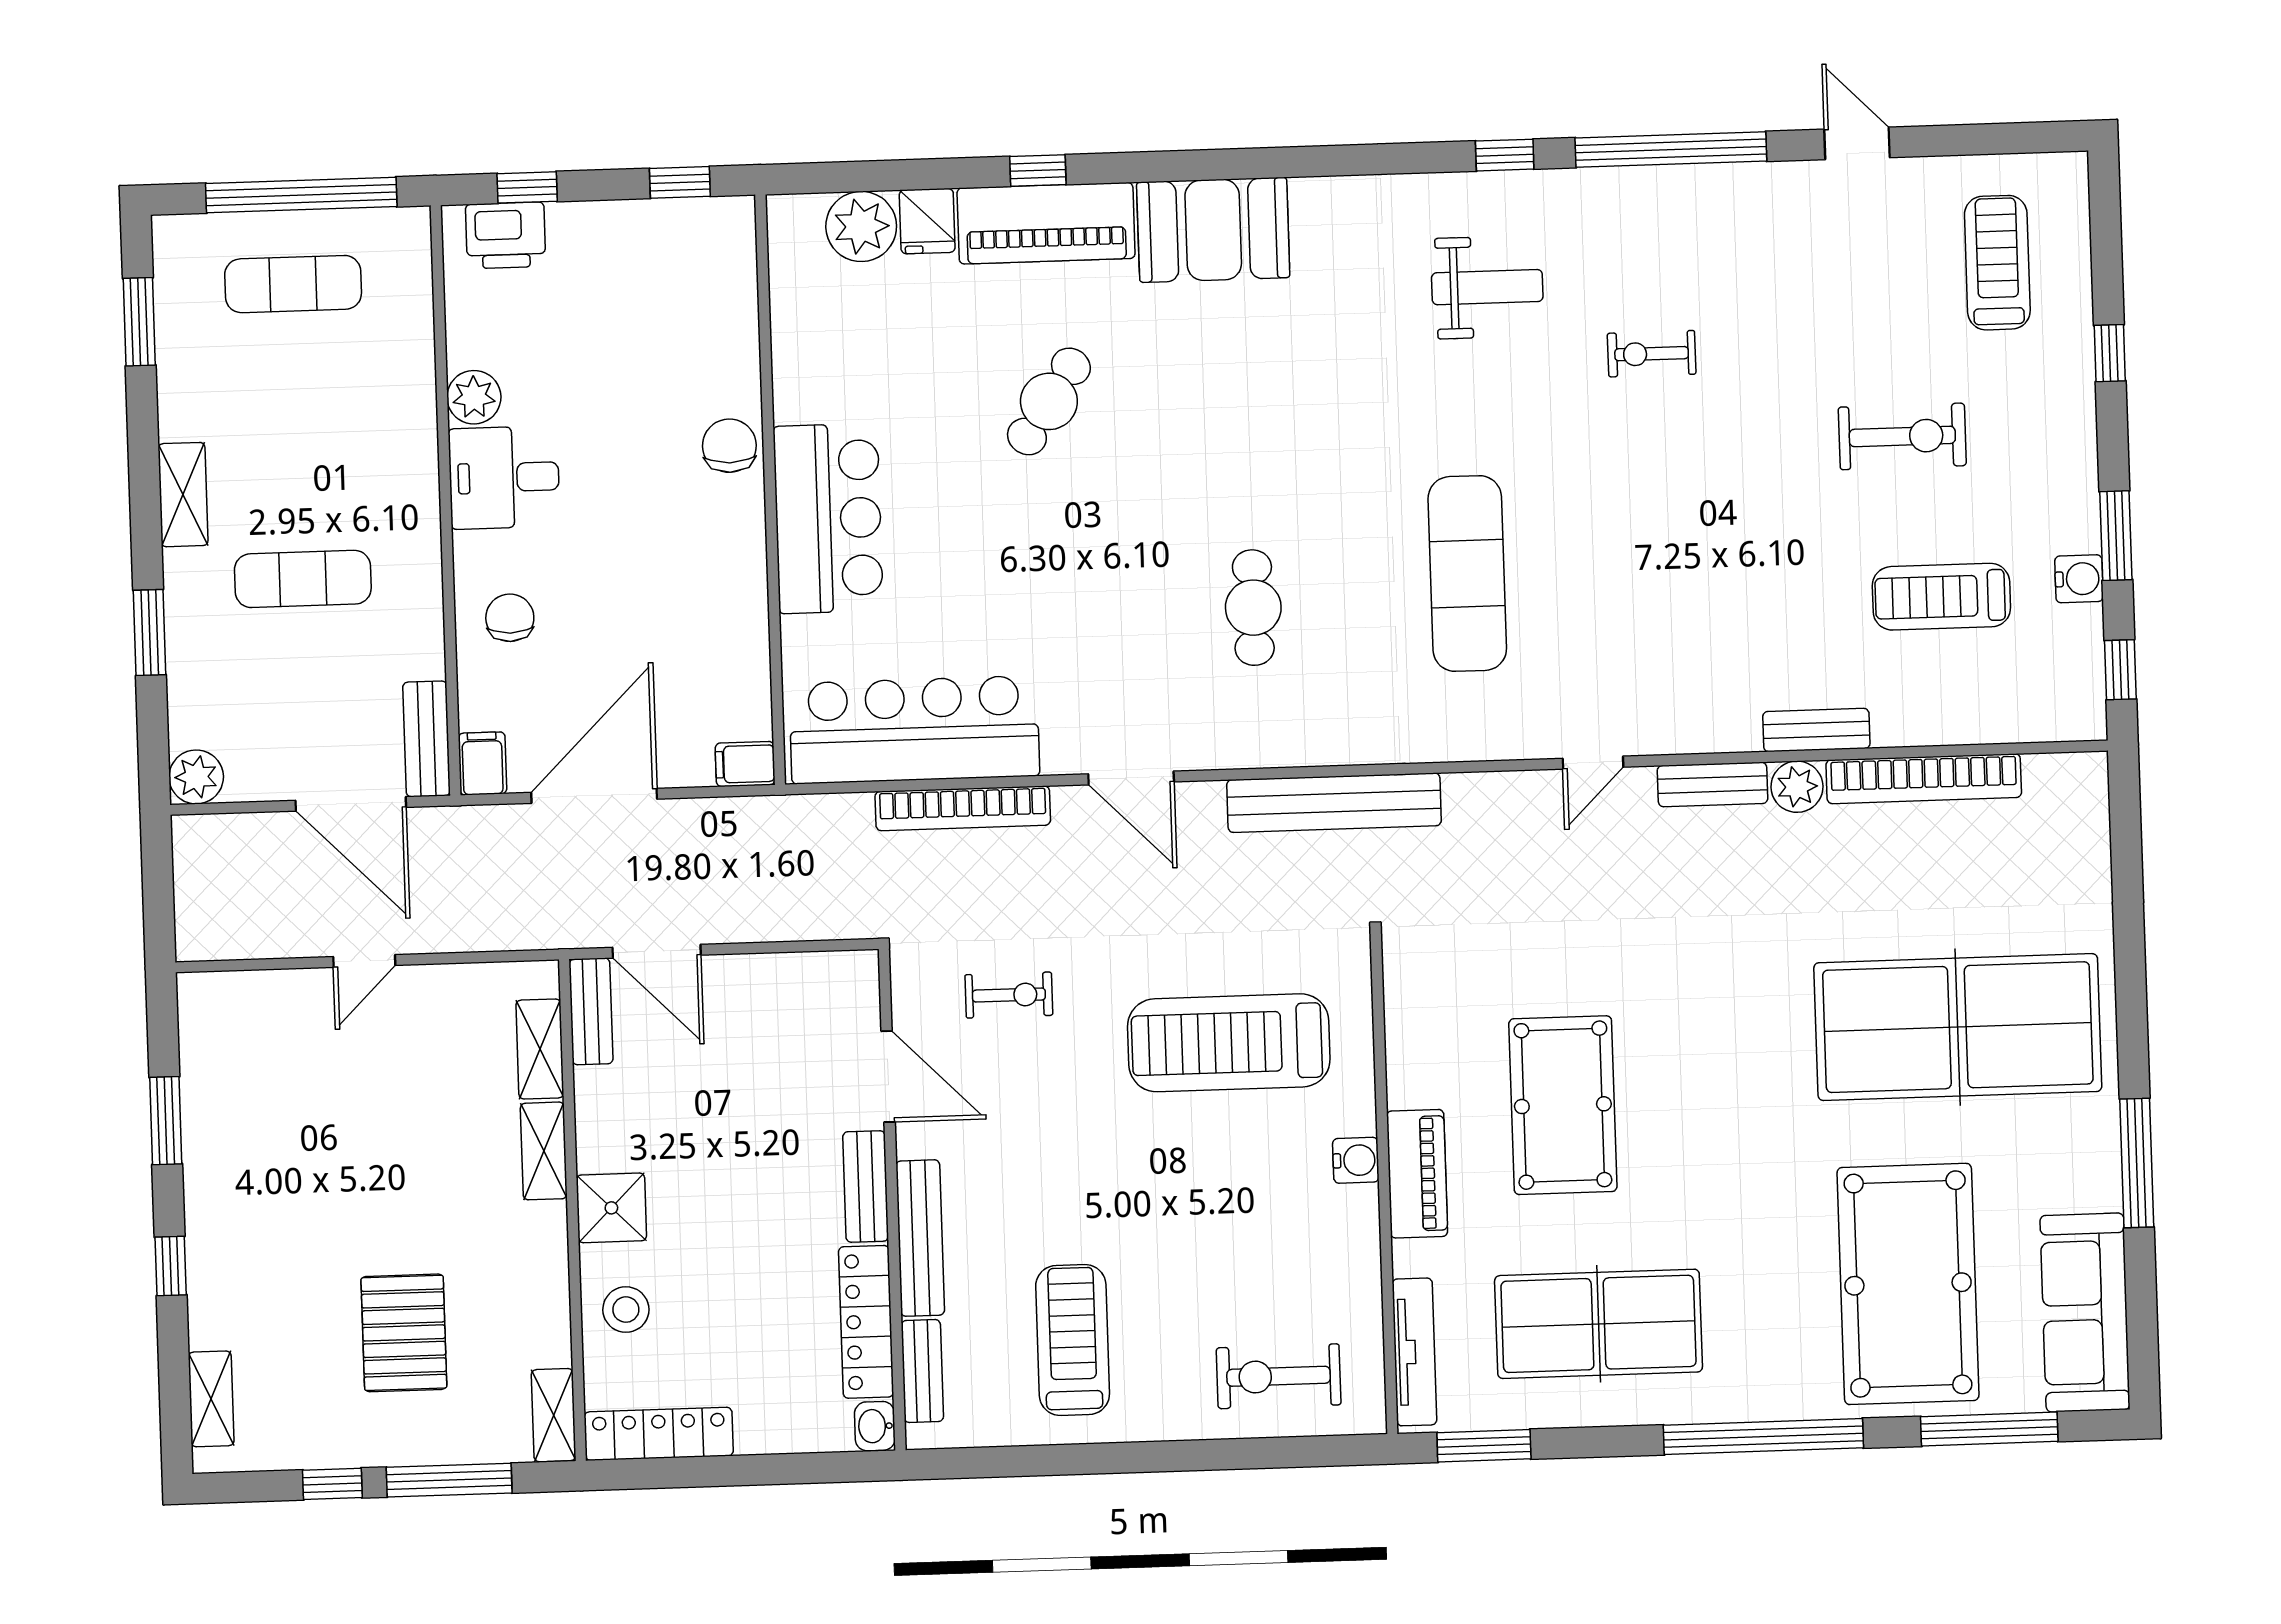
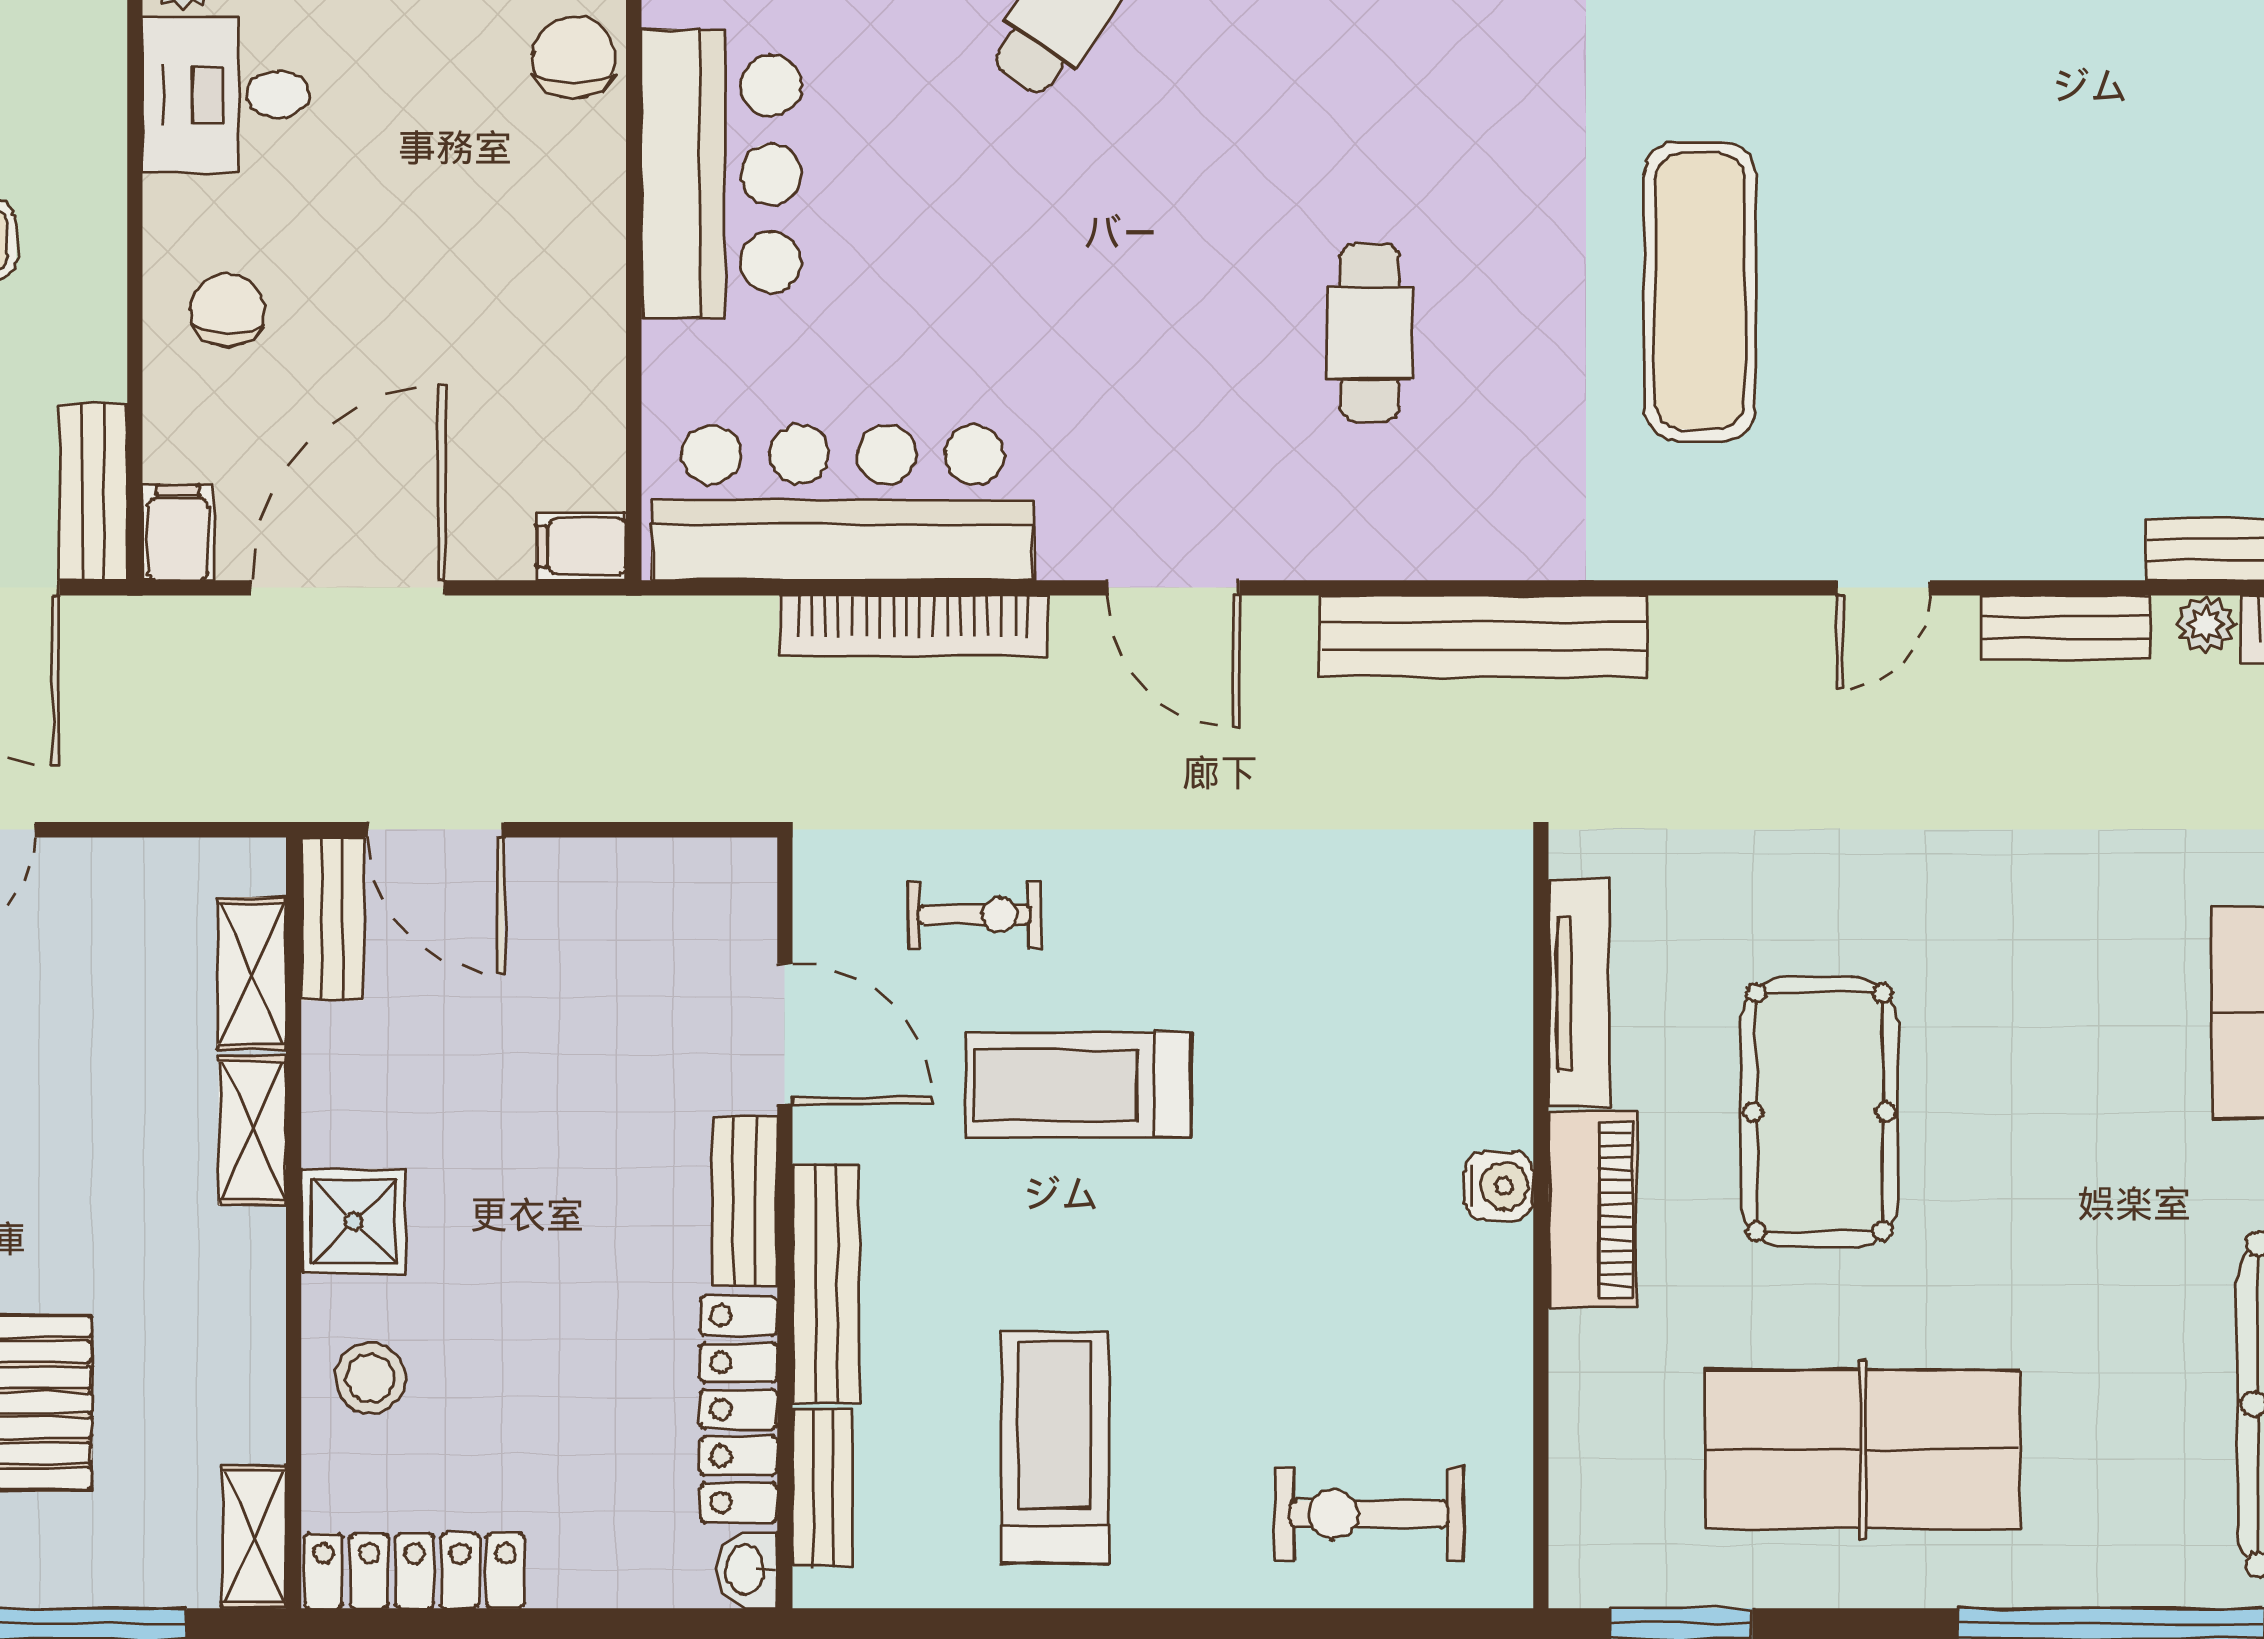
plant: (1797, 787) -> (2206, 624), width x0.73, depth x0.73
treadmill: (1229, 1043) -> (1078, 1085), moved, width x0.73, depth x0.73
tv unit: (1414, 1352) -> (1579, 993), moved

